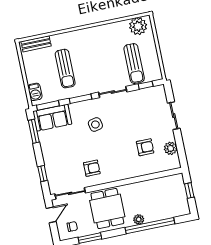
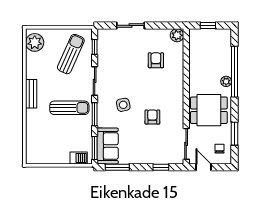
bench: (36, 44) -> (31, 94), moved
sun lounger: (134, 64) -> (71, 54), turned -66
sun lounger: (65, 69) -> (69, 108), moved
plant: (171, 148) -> (177, 35), moved
armchair: (92, 168) -> (152, 117), moved

